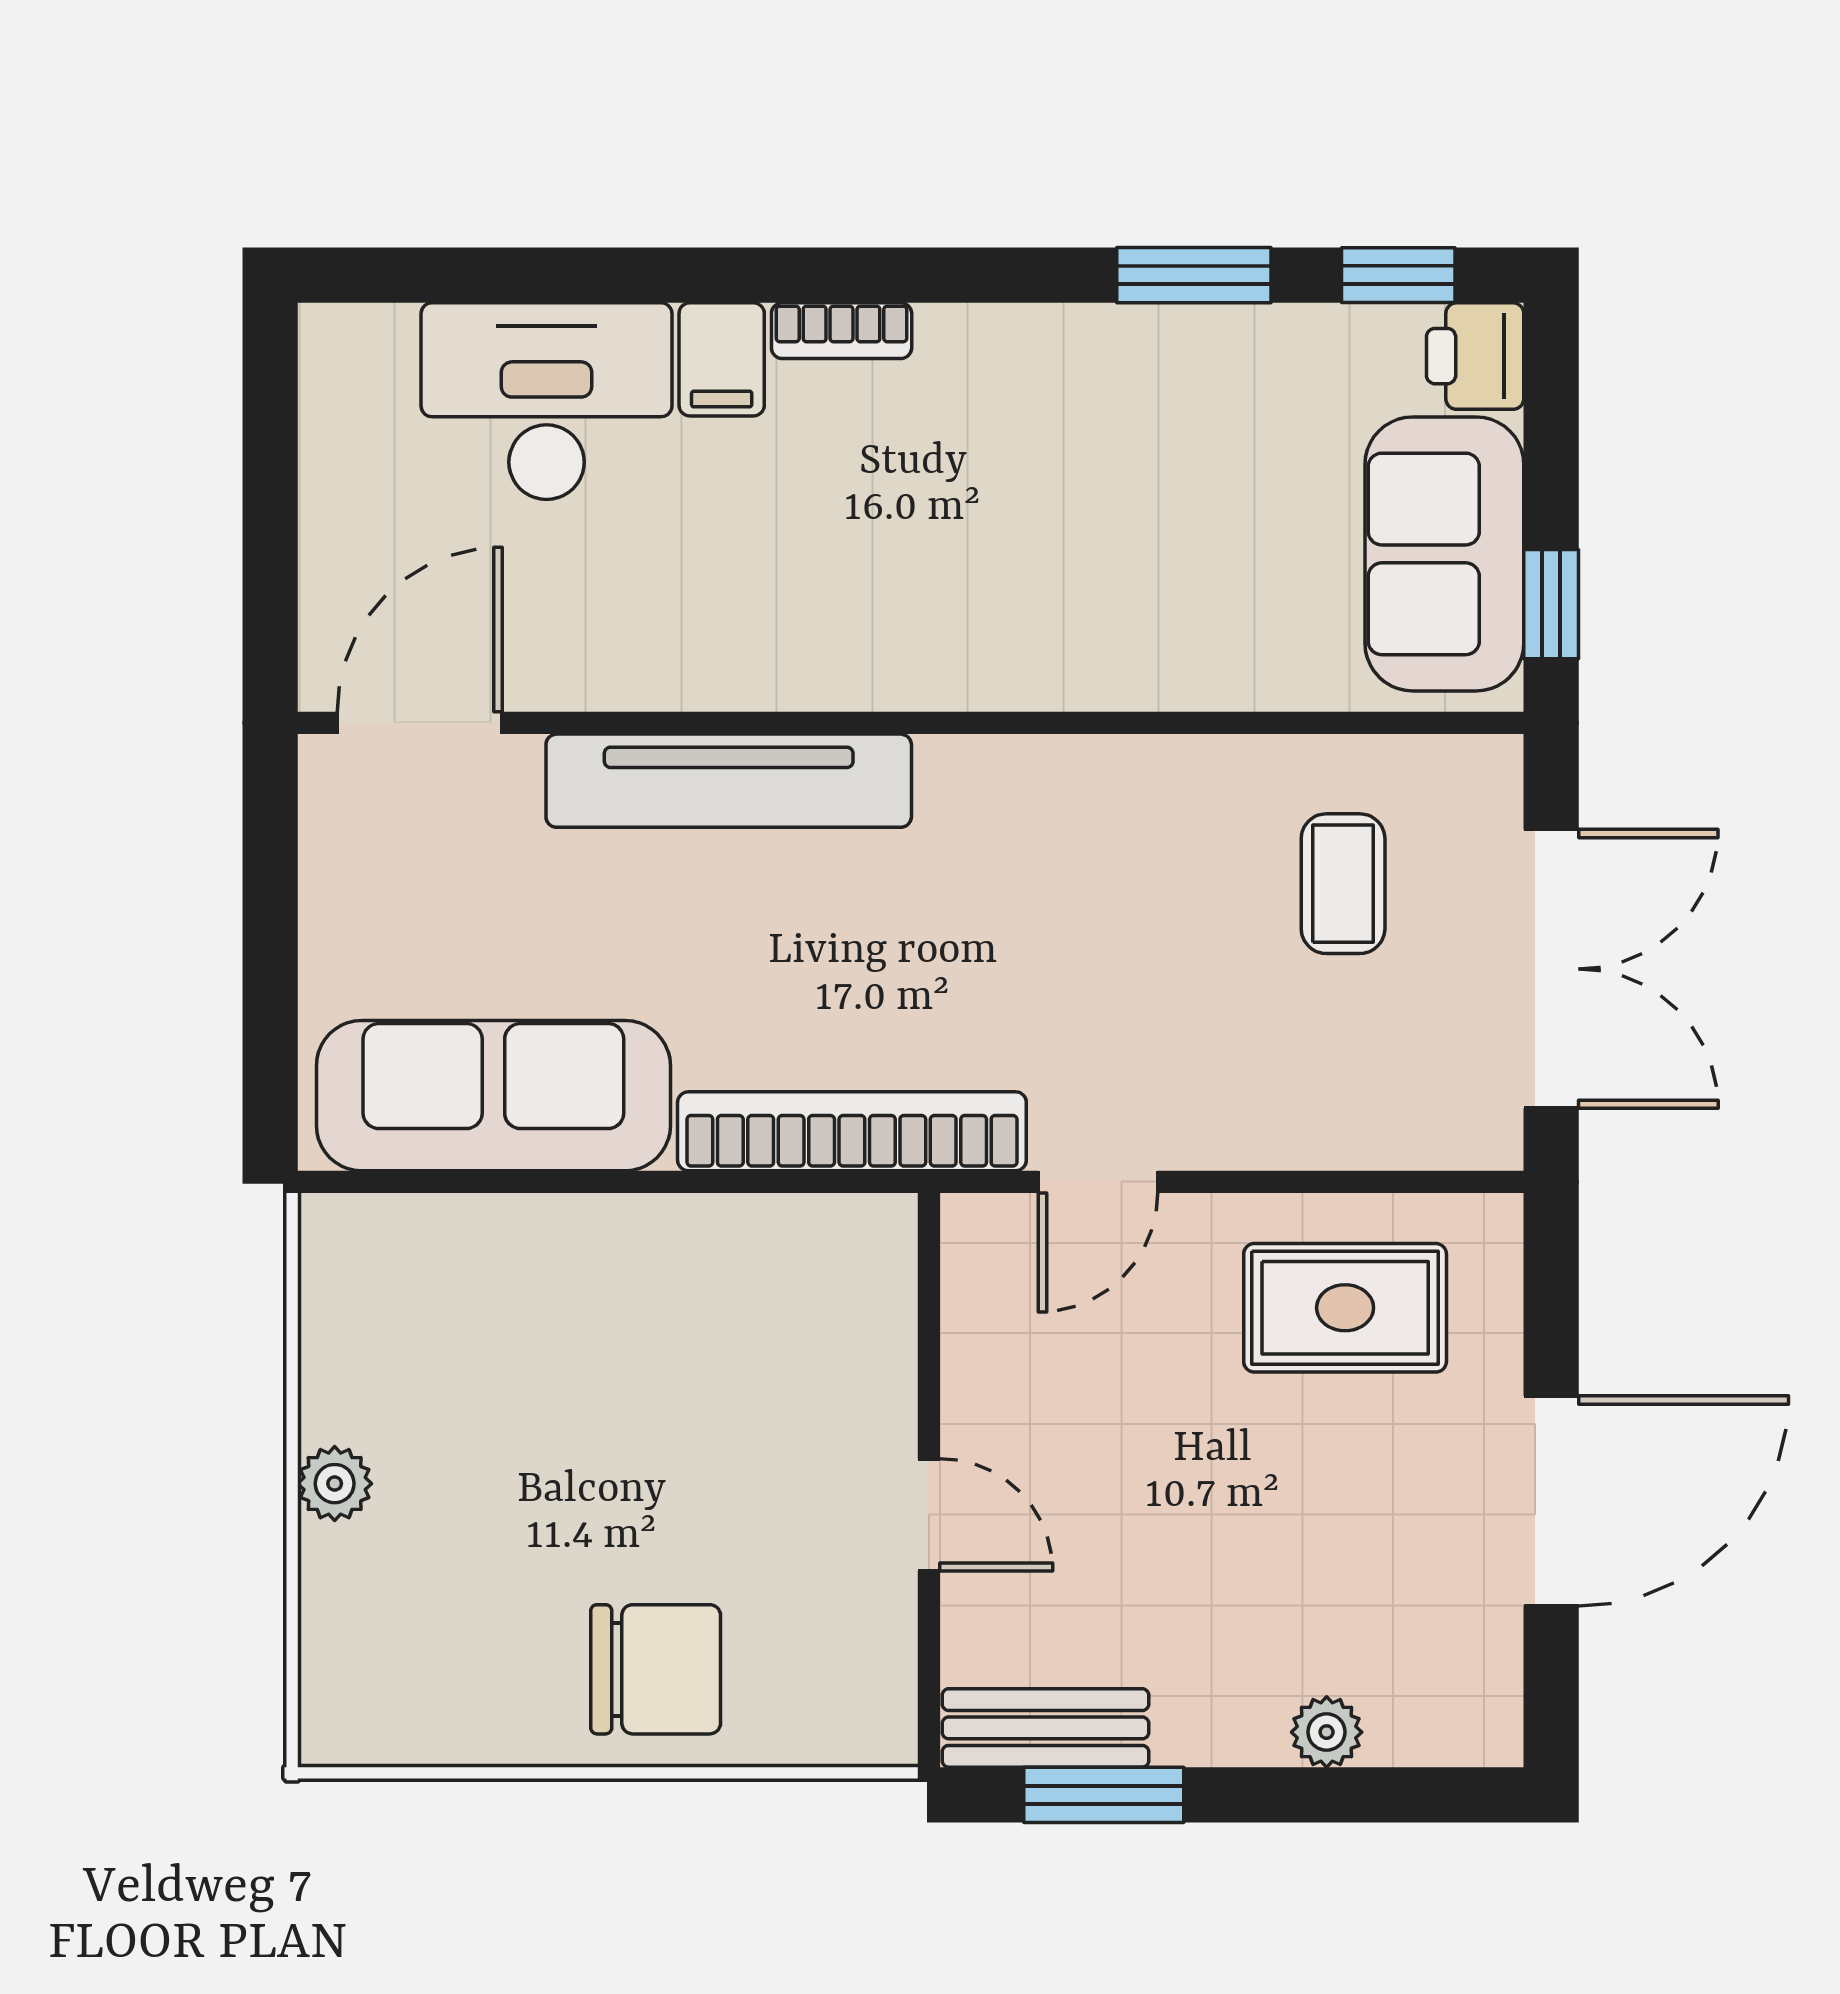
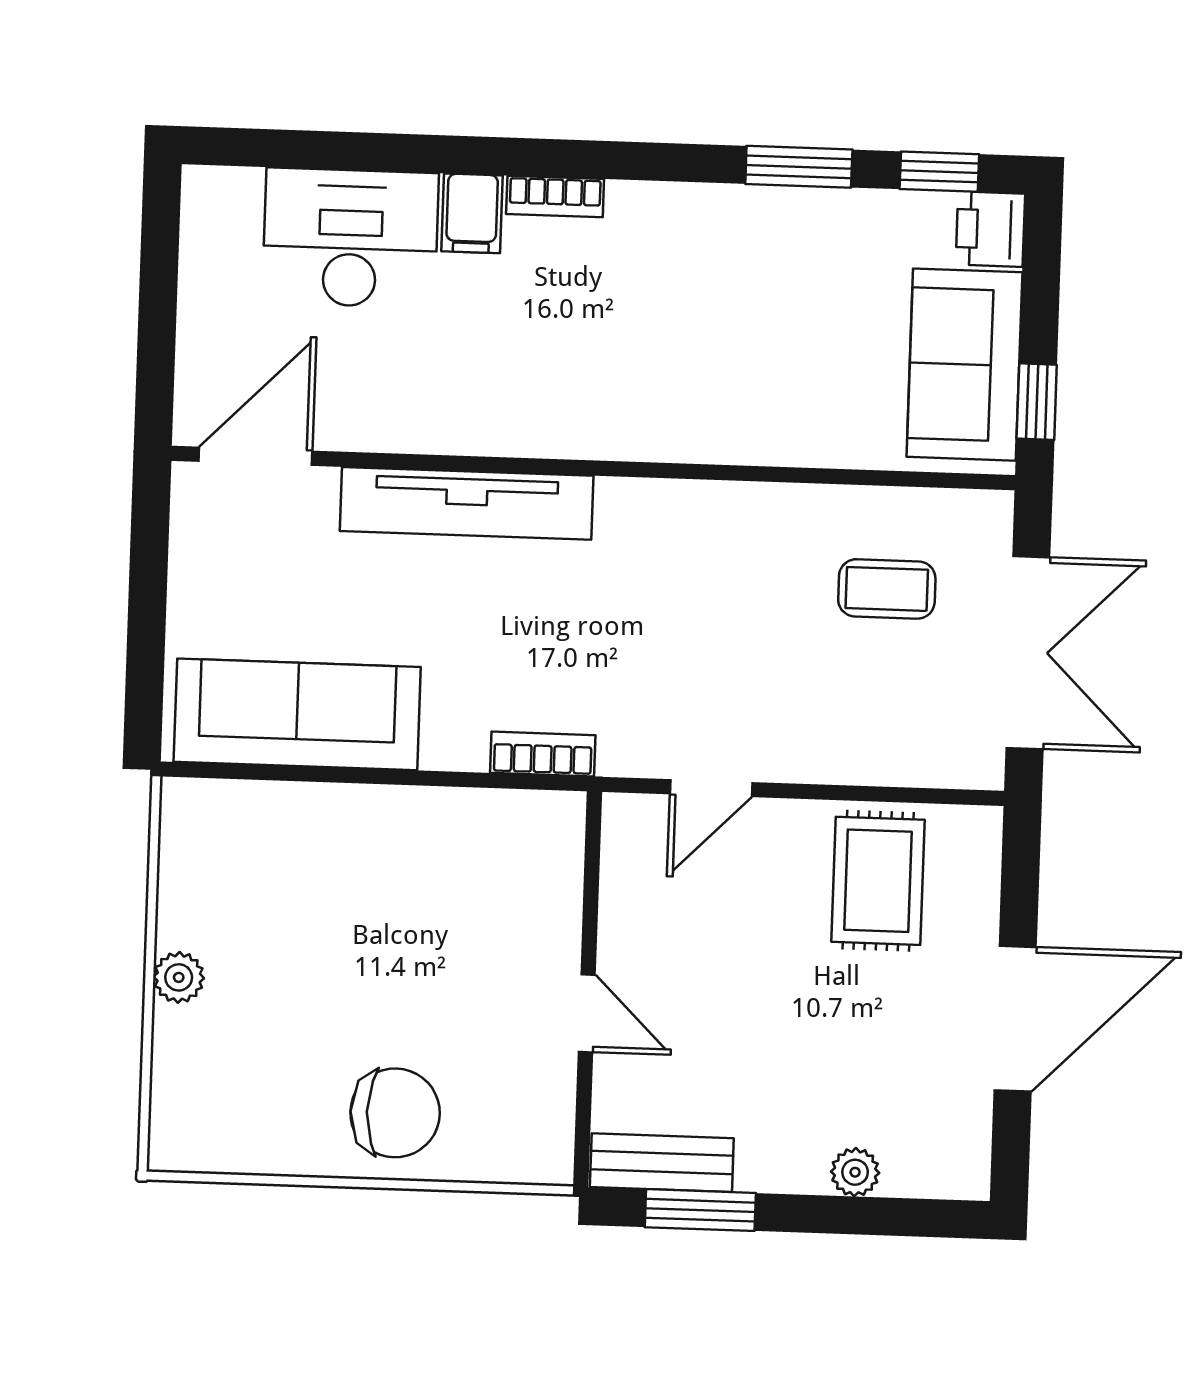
coffee table: (1343, 884) -> (887, 589), turned 90
bookcase: (852, 1131) -> (543, 754), width x0.43, depth x0.76
rug: (1345, 1308) -> (878, 881), turned 90

